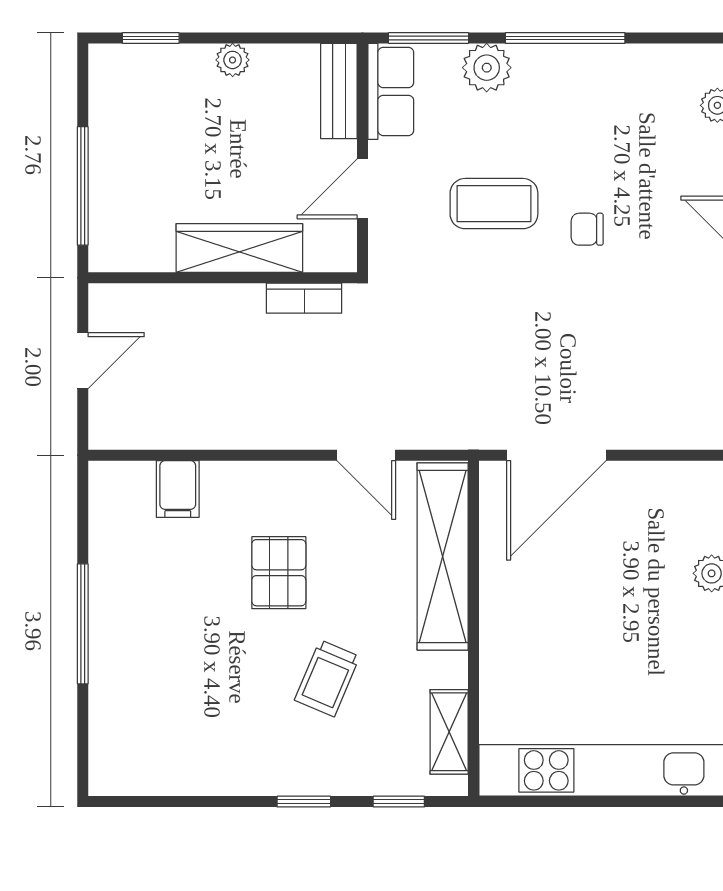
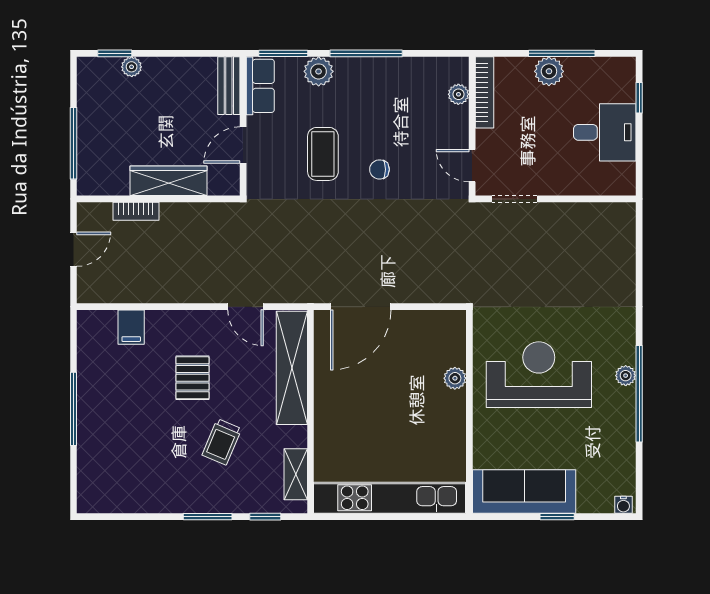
plant: (233, 60) -> (132, 67), moved
coffee table: (494, 204) -> (323, 154), turned 90
bookcase: (304, 298) -> (136, 211), moved
window: (304, 802) -> (208, 517), width x1.50

